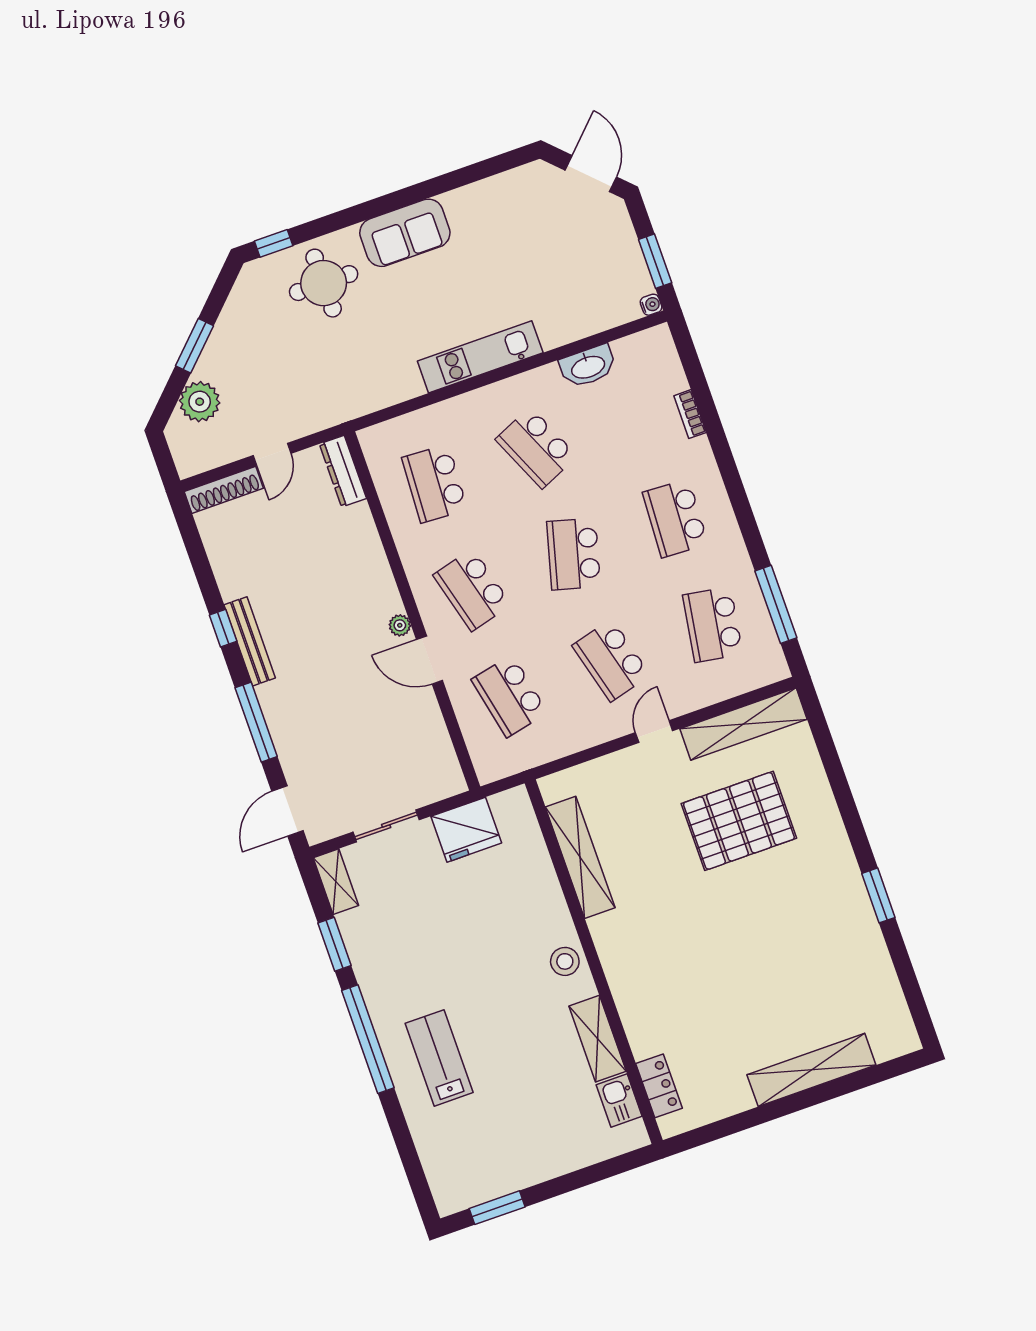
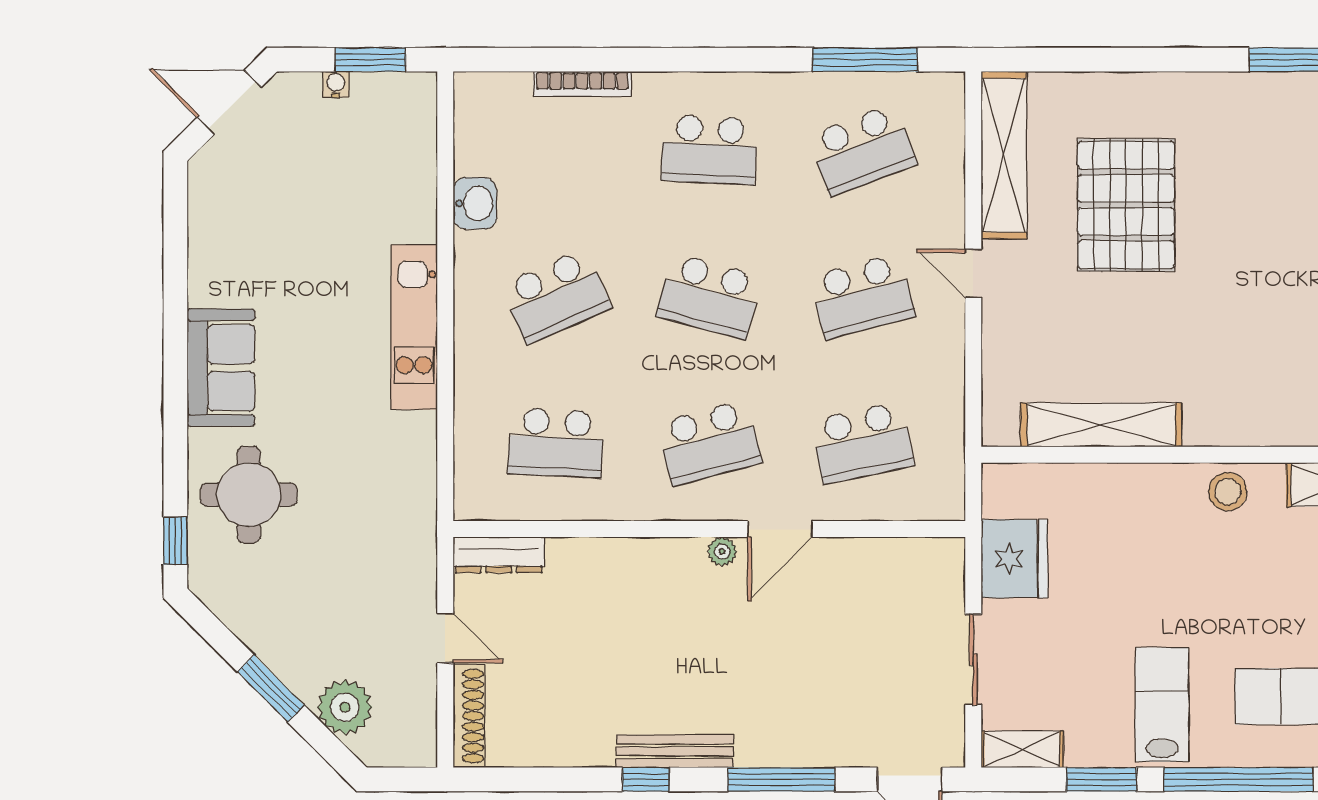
water cooler: (651, 305) -> (336, 84), moved
washbasin: (588, 366) -> (475, 203), width x0.72
bookcase: (690, 414) -> (582, 84), width x1.56
school desk: (713, 625) -> (862, 150), turned -30
lab bench: (401, 968) -> (1162, 705), added

